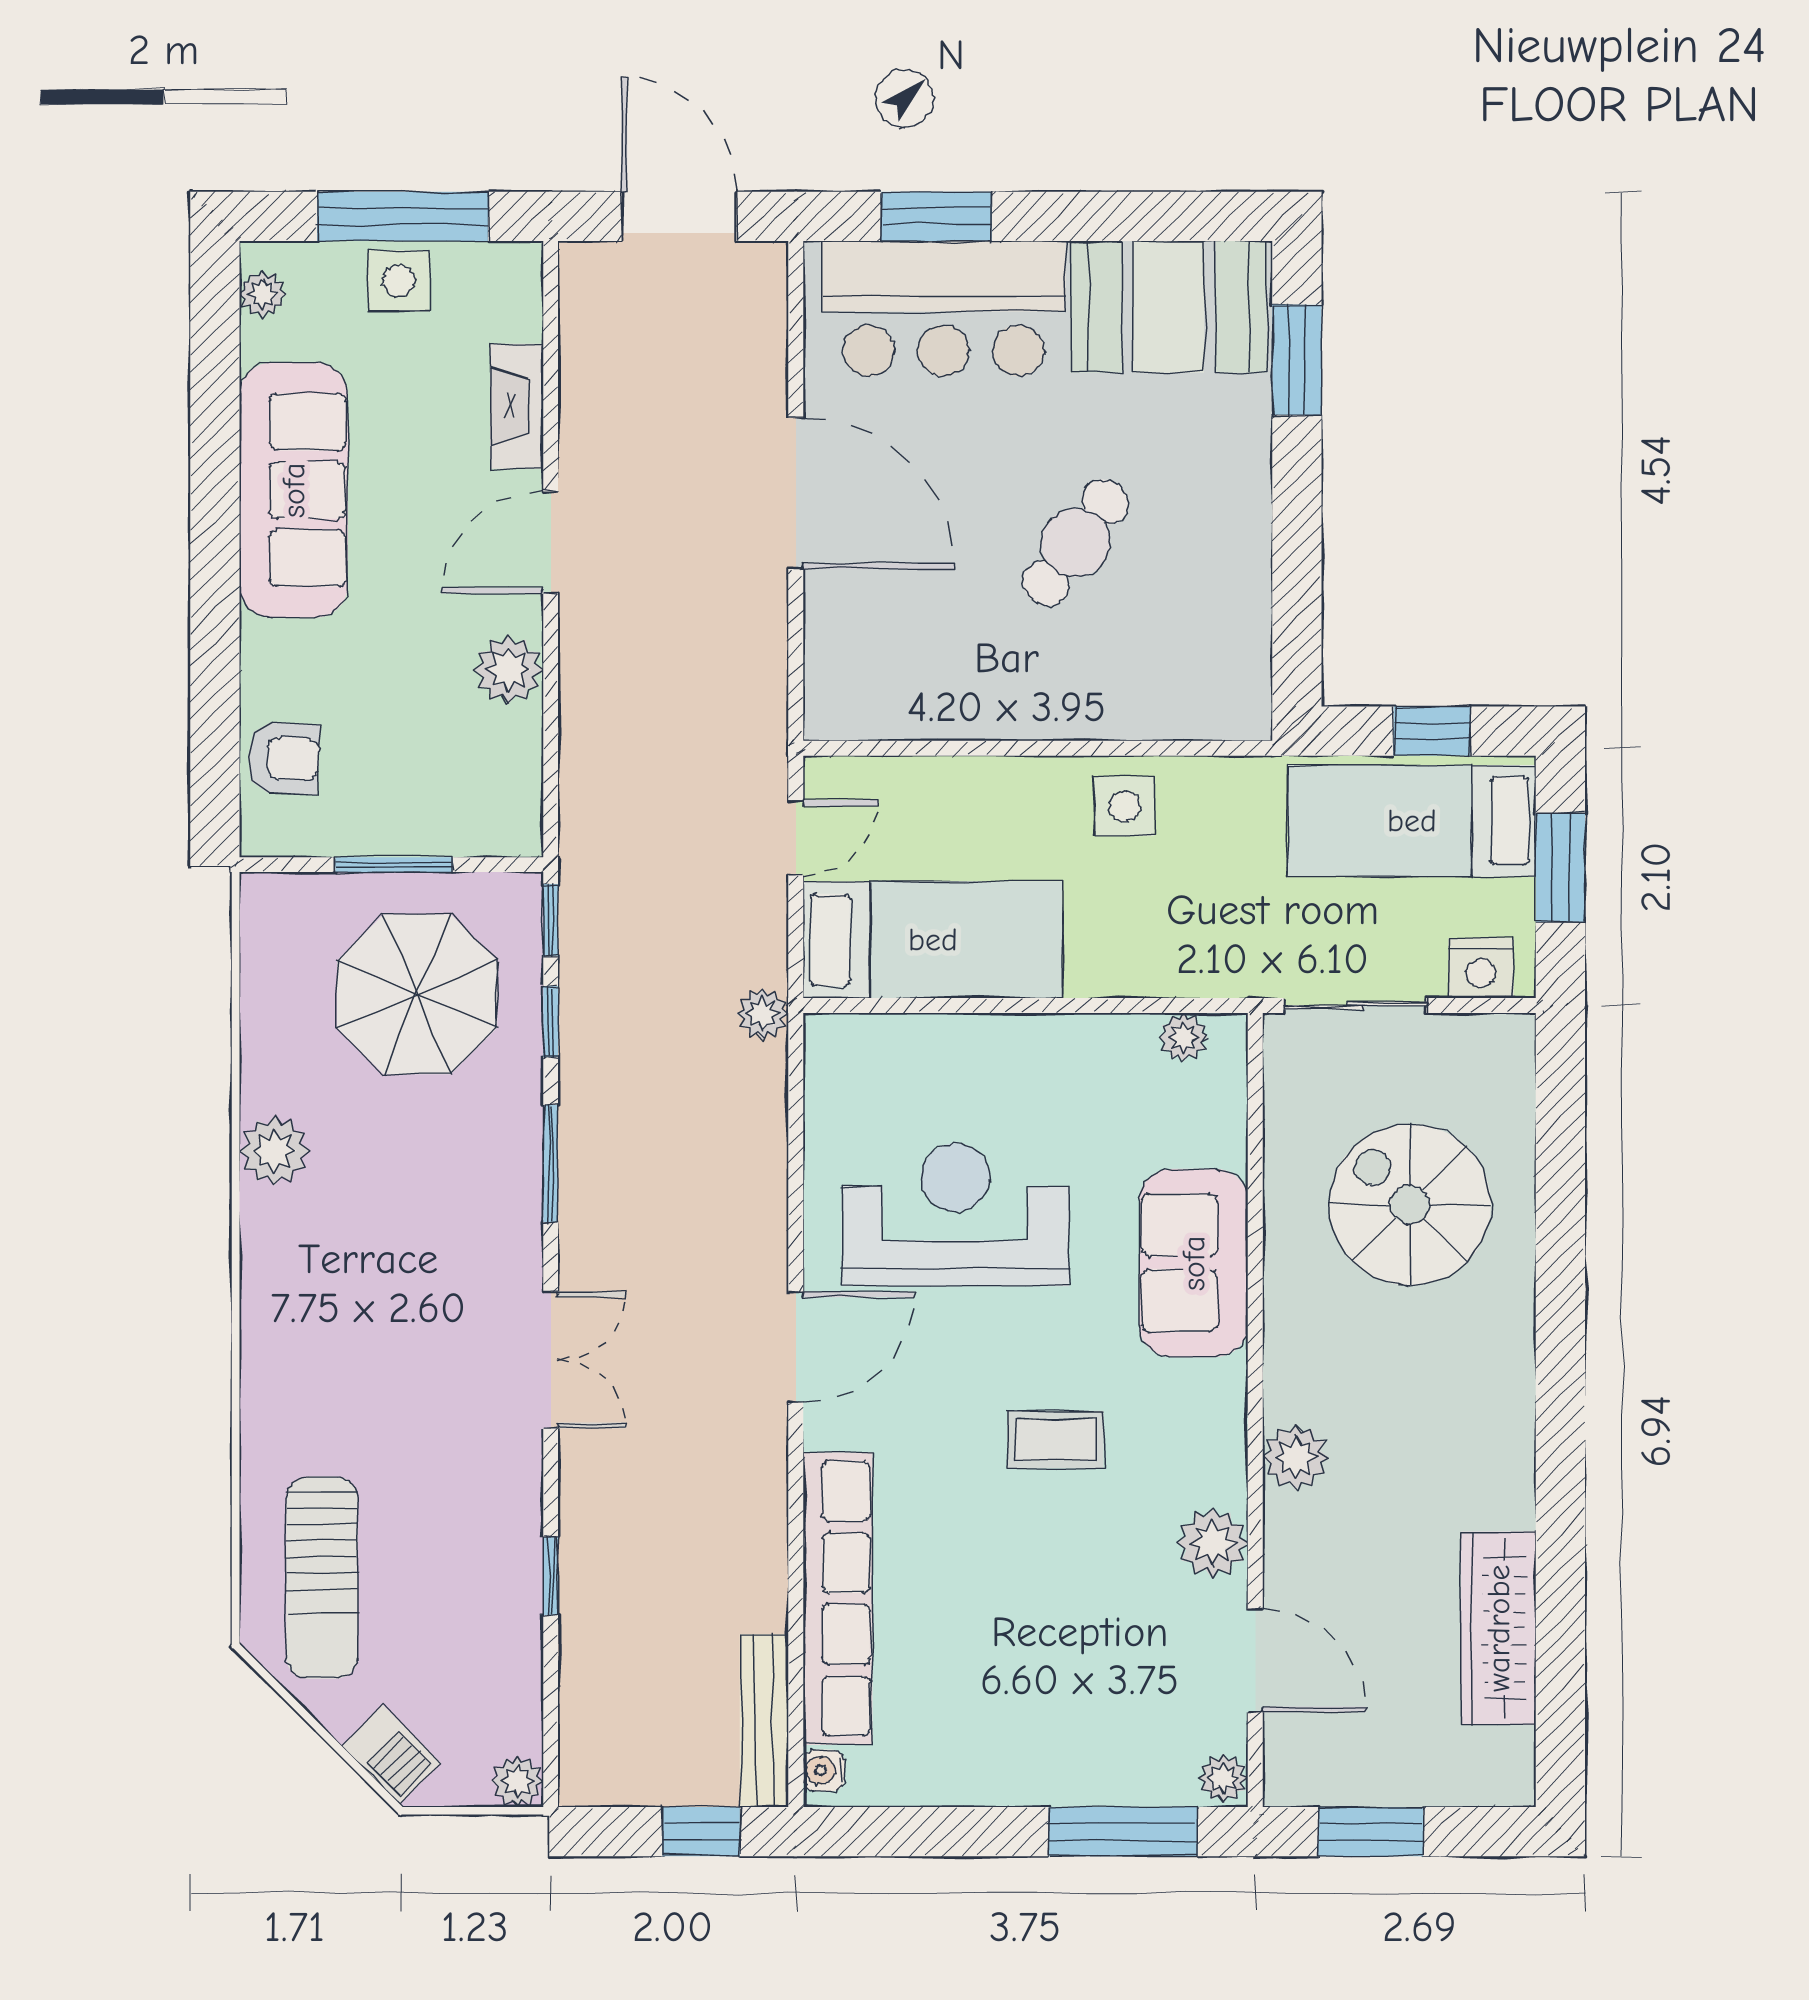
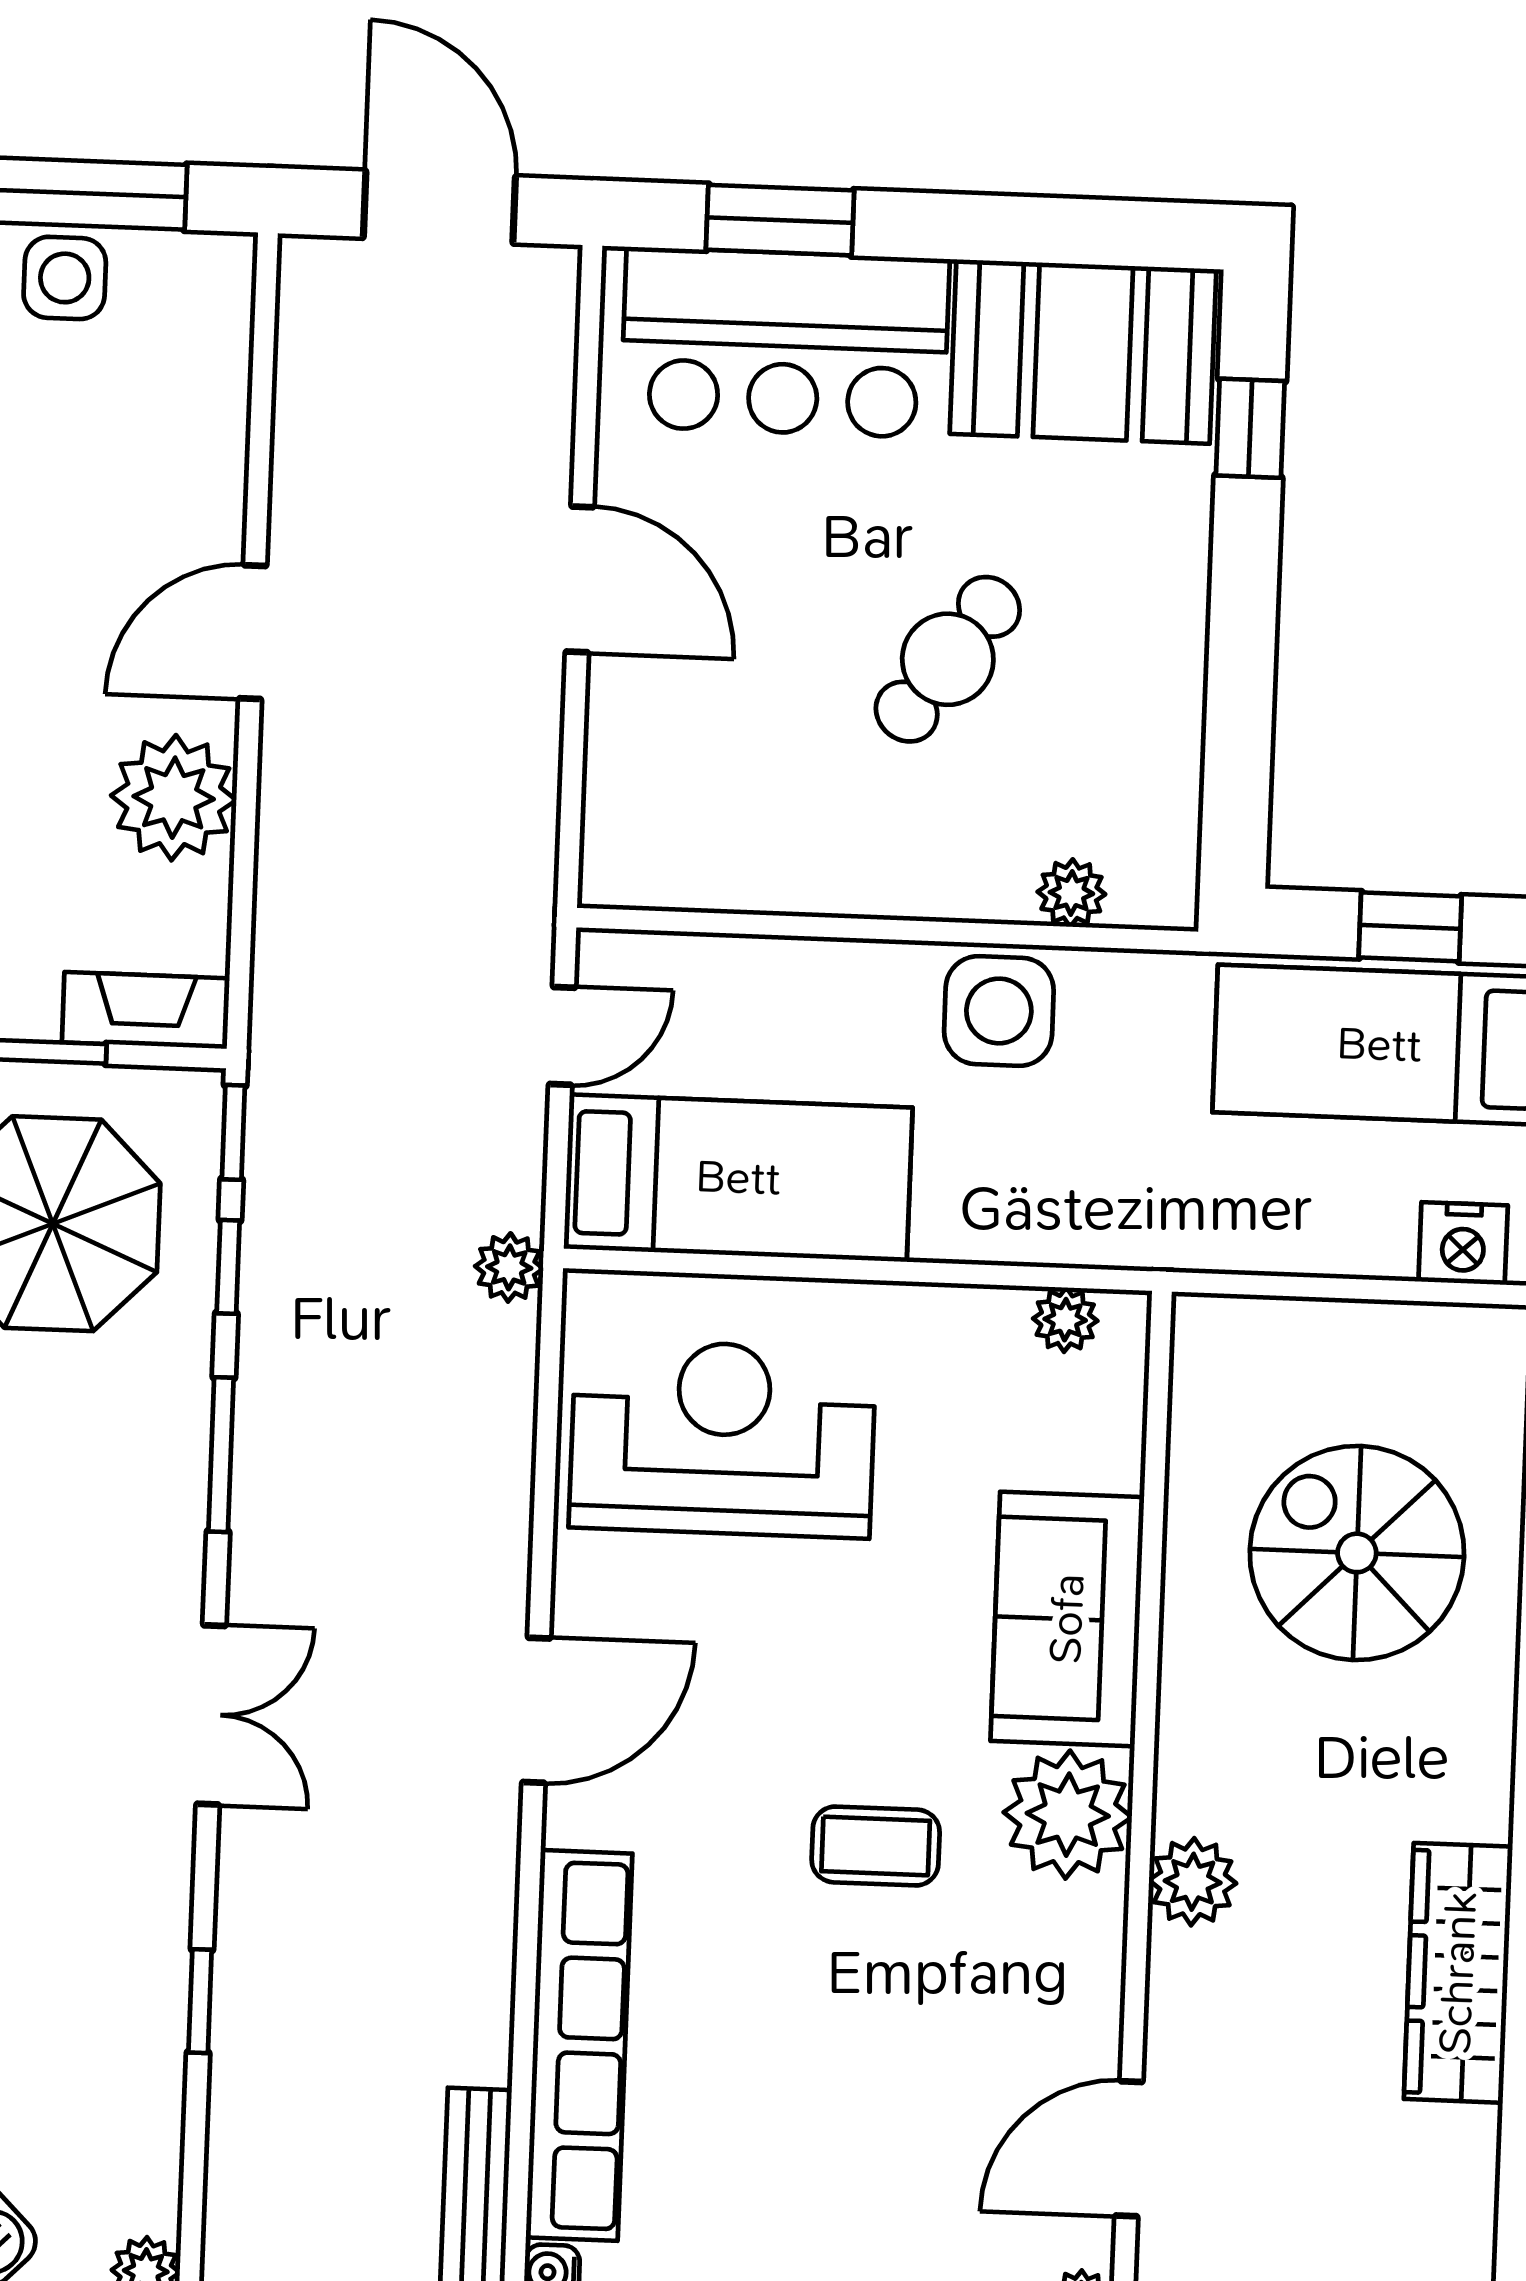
window: (1297, 360) -> (1250, 428), width x0.67
fireplace: (517, 406) -> (146, 1010), moved, turned 90
door: (796, 493) -> (580, 579), width x0.73
plant: (509, 669) -> (174, 798), width x1.36, depth x1.36
plant: (1176, 715) -> (1071, 893), added
side table: (1124, 806) -> (999, 1011), width x1.37, depth x1.37
sliding door: (1355, 1006) -> (1294, 1286), removed
reception desk: (955, 1215) -> (723, 1439), moved
plant: (1212, 1543) -> (1068, 1815), moved, width x1.36, depth x1.36
wardrobe: (1499, 1628) -> (1458, 1973), moved
door: (1255, 1661) -> (1129, 2149), swing flipped

